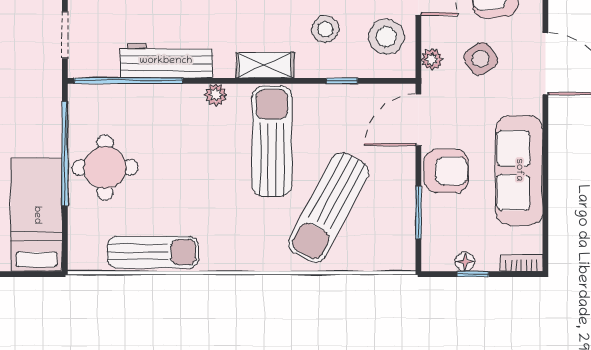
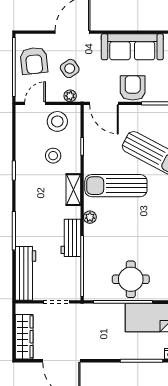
workbench: (166, 61) -> (71, 238), width x0.73

